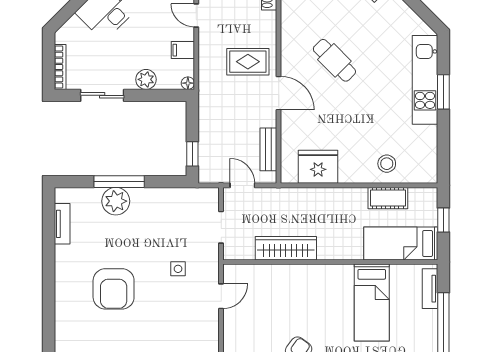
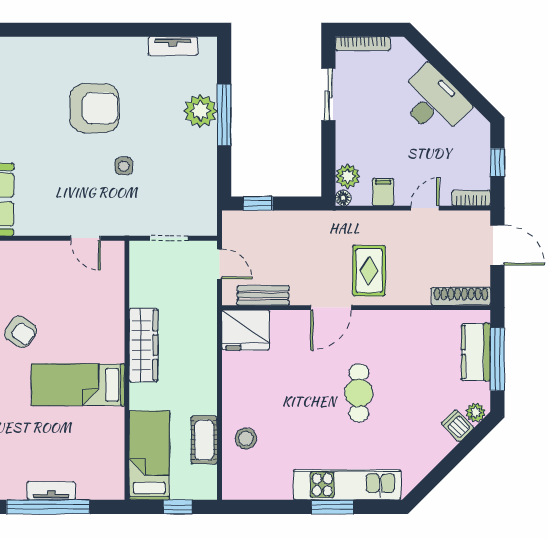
cafe table: (334, 60) -> (359, 393), moved, turned -45
plant: (146, 79) -> (348, 176), moved
fridge: (318, 167) -> (246, 330), moved, turned 90
door: (242, 185) -> (220, 264), hinge flipped
wardrobe: (286, 248) -> (143, 345), moved
side table: (178, 269) -> (124, 166), moved
armchair: (114, 289) -> (94, 108), turned 180
tv unit: (430, 289) -> (51, 491), moved
bed: (372, 302) -> (78, 385), moved

